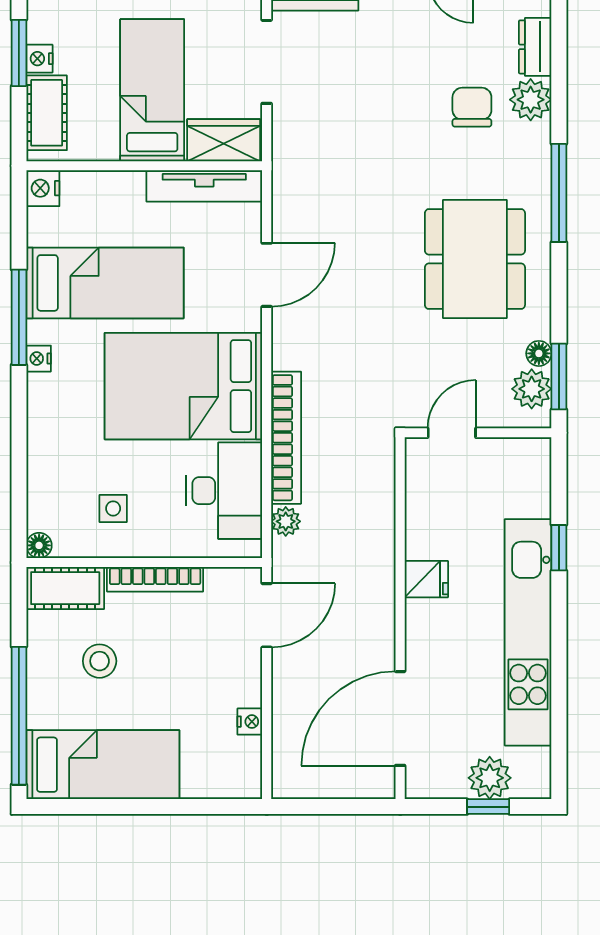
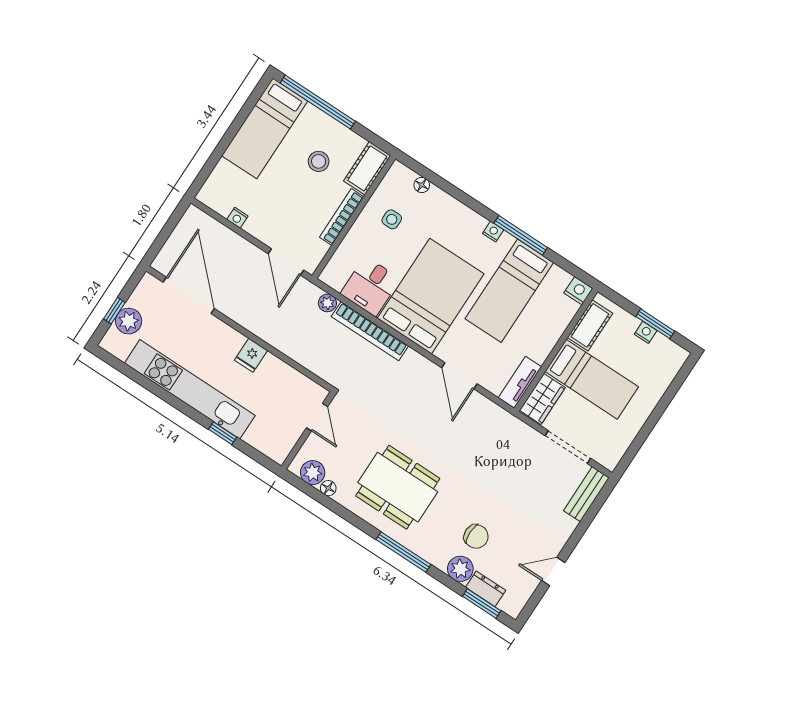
cot: (47, 113) -> (590, 325), moved, turned 90
tv unit: (204, 186) -> (520, 382), width x0.71
window: (559, 377) -> (482, 604), moved
desk: (224, 491) -> (370, 286), width x0.73
floor lamp: (39, 545) -> (422, 185), moved

